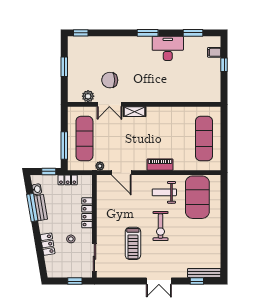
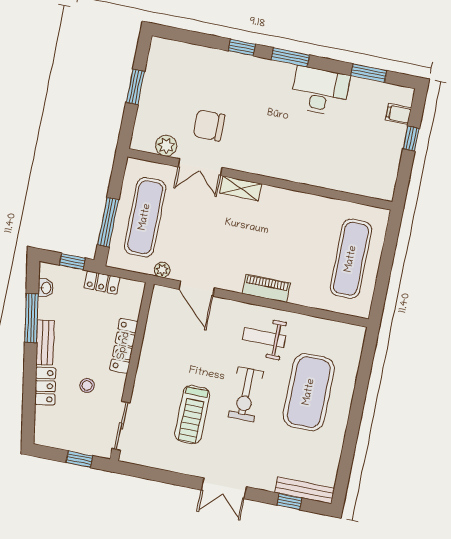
window: (81, 33) -> (242, 47), moved
exercise mat: (197, 197) -> (309, 392), moved
bench: (41, 208) -> (45, 343), moved

